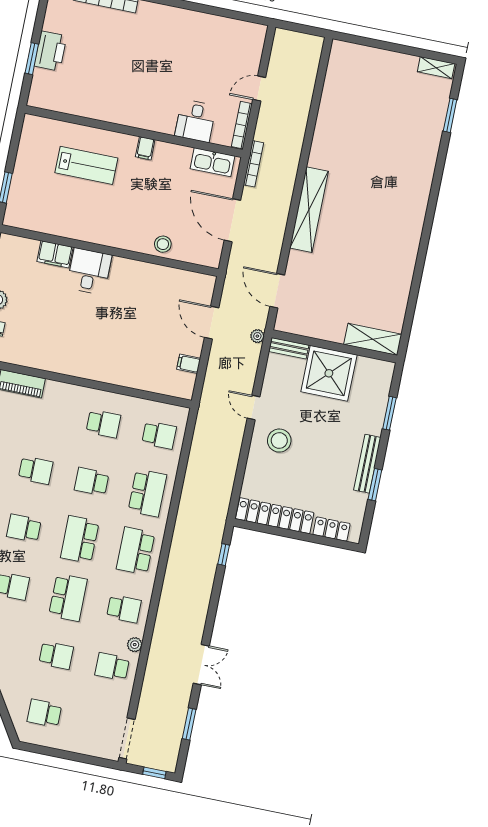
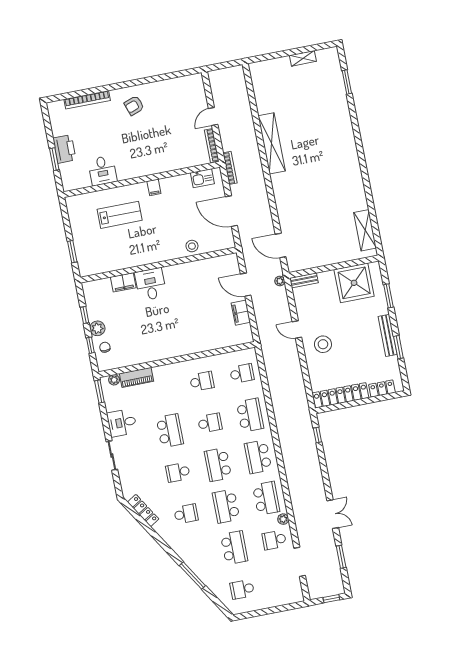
armchair: (163, 32) -> (134, 106), added
shelving: (436, 68) -> (303, 58), moved
desk: (195, 121) -> (102, 171), moved
kitchen sink: (212, 162) -> (202, 178), width x0.73
shelving: (309, 210) -> (272, 143), moved
shelving: (373, 339) -> (365, 230), moved, turned 90
filing cabinet: (189, 364) -> (241, 313), width x2.00
shower: (329, 373) -> (354, 283), moved
school desk: (36, 470) -> (170, 431), width x1.85
school desk: (92, 482) -> (210, 423), turned 180
school desk: (68, 597) -> (226, 506), turned 180
school desk: (124, 609) -> (266, 498), width x1.85
school desk: (56, 655) -> (234, 548), width x1.85
doorway: (127, 739) -> (300, 562), moved

